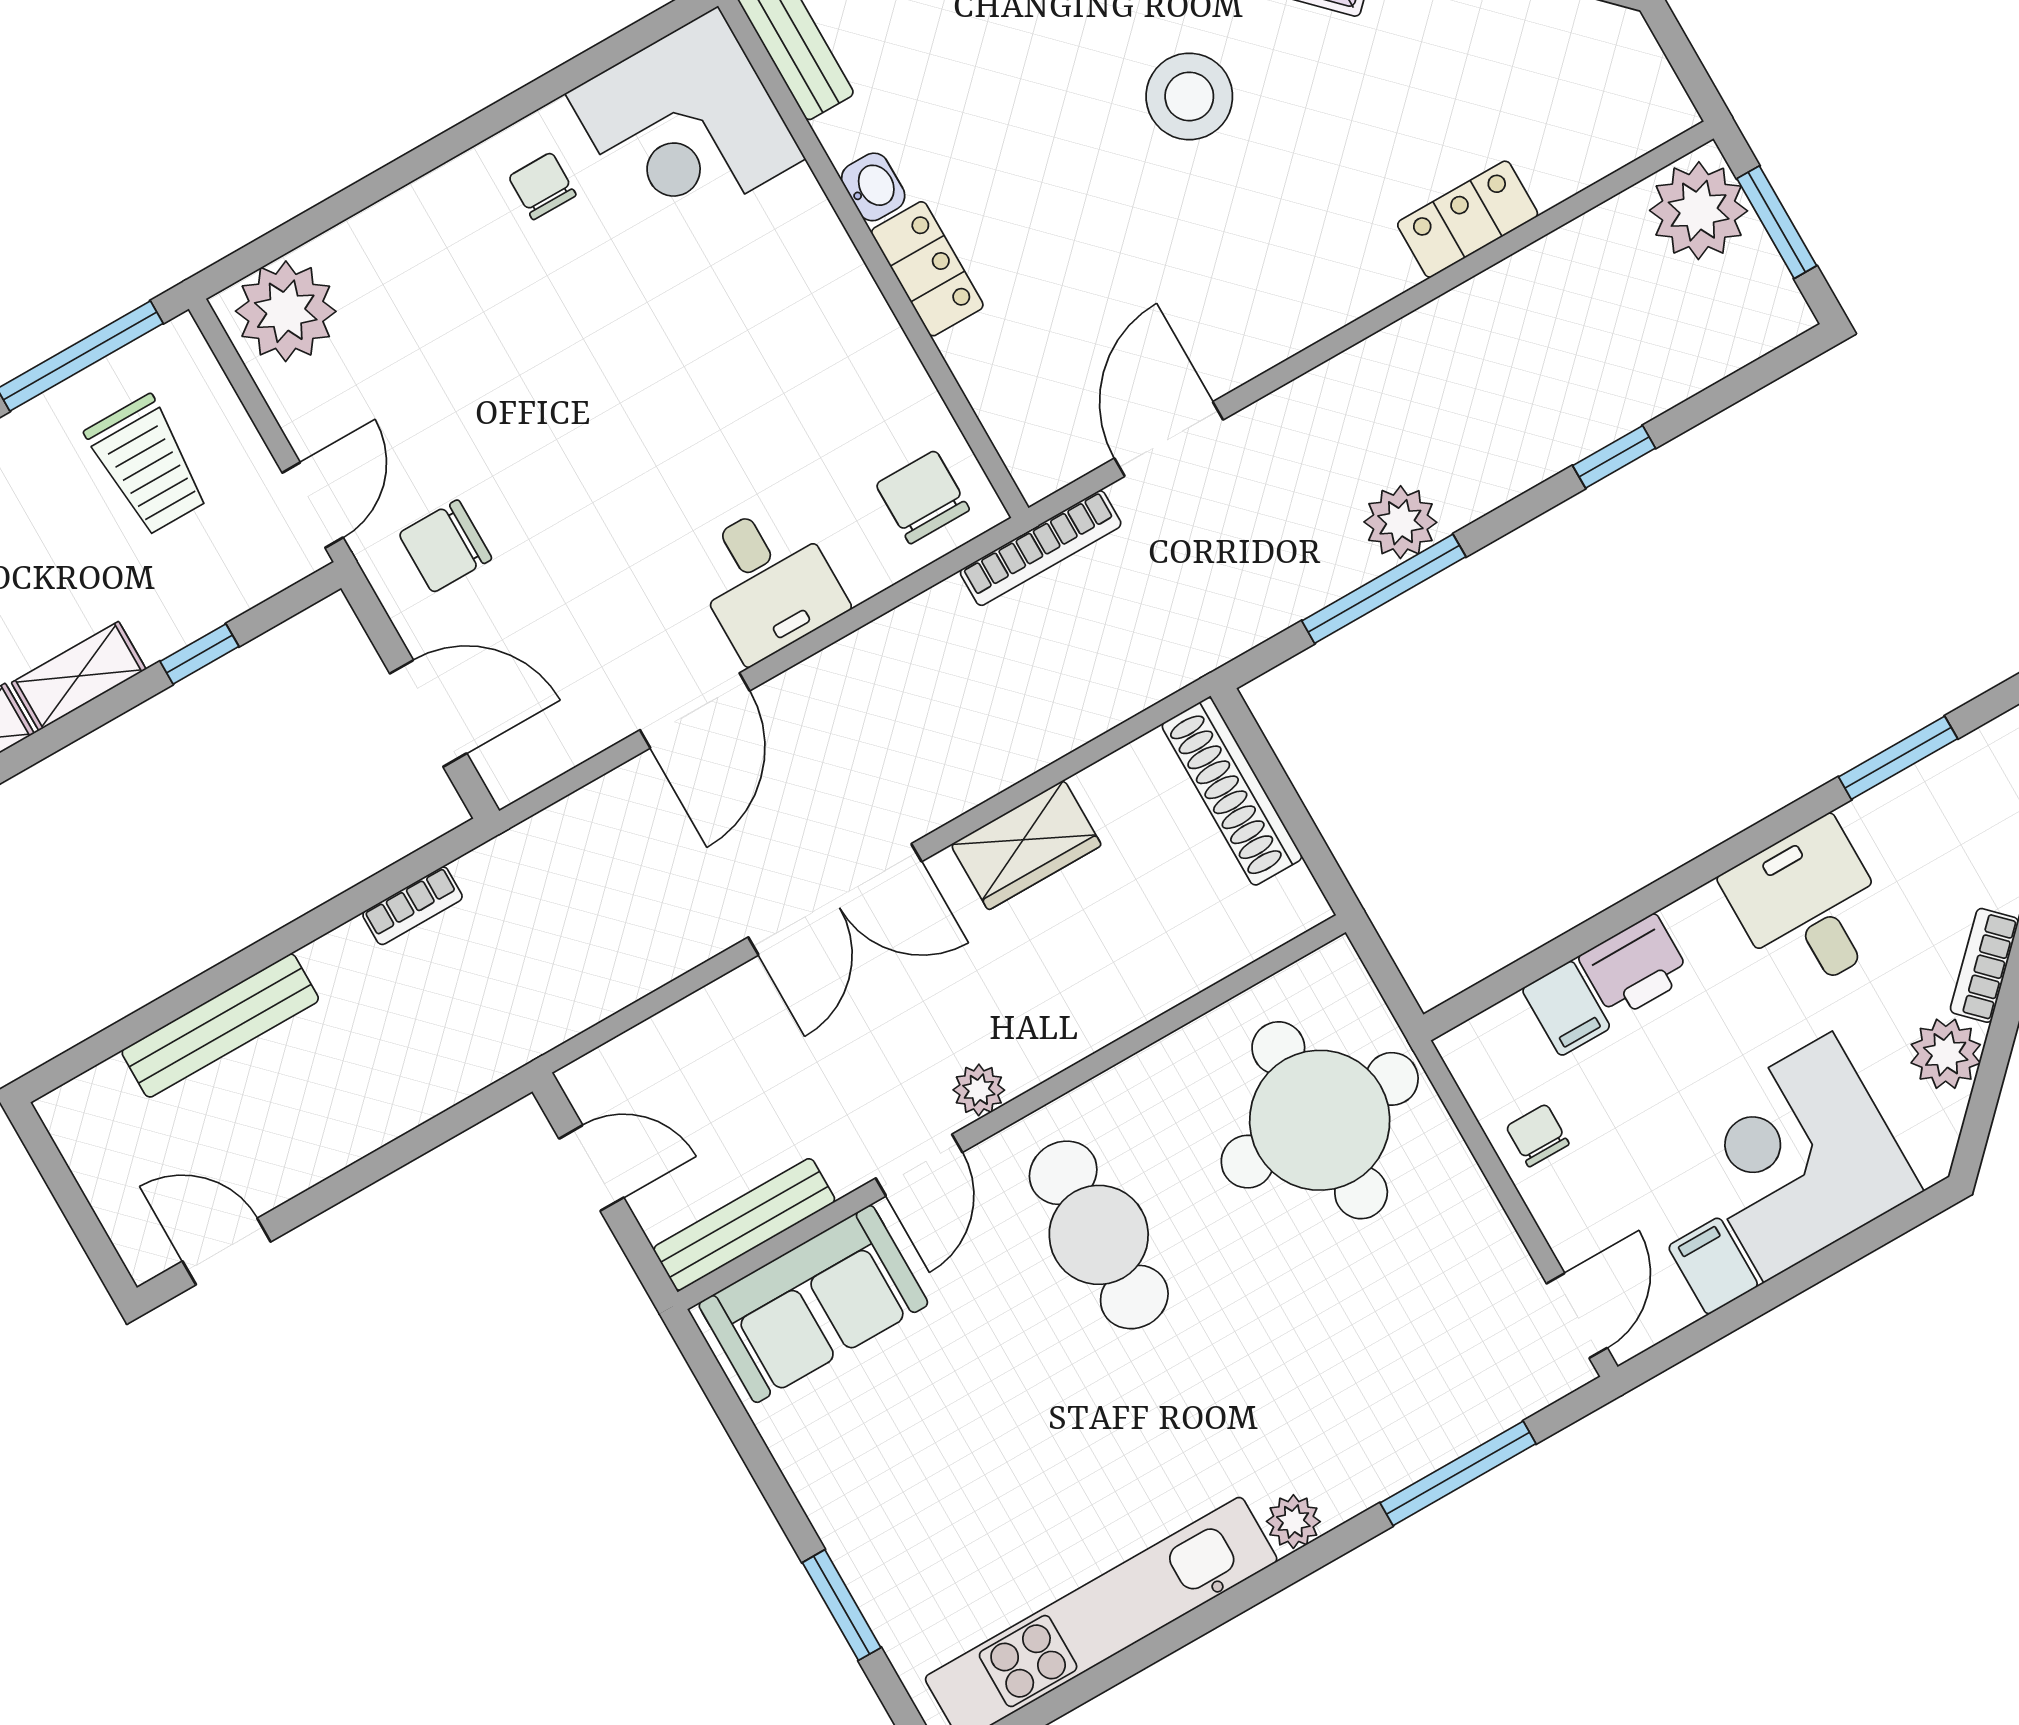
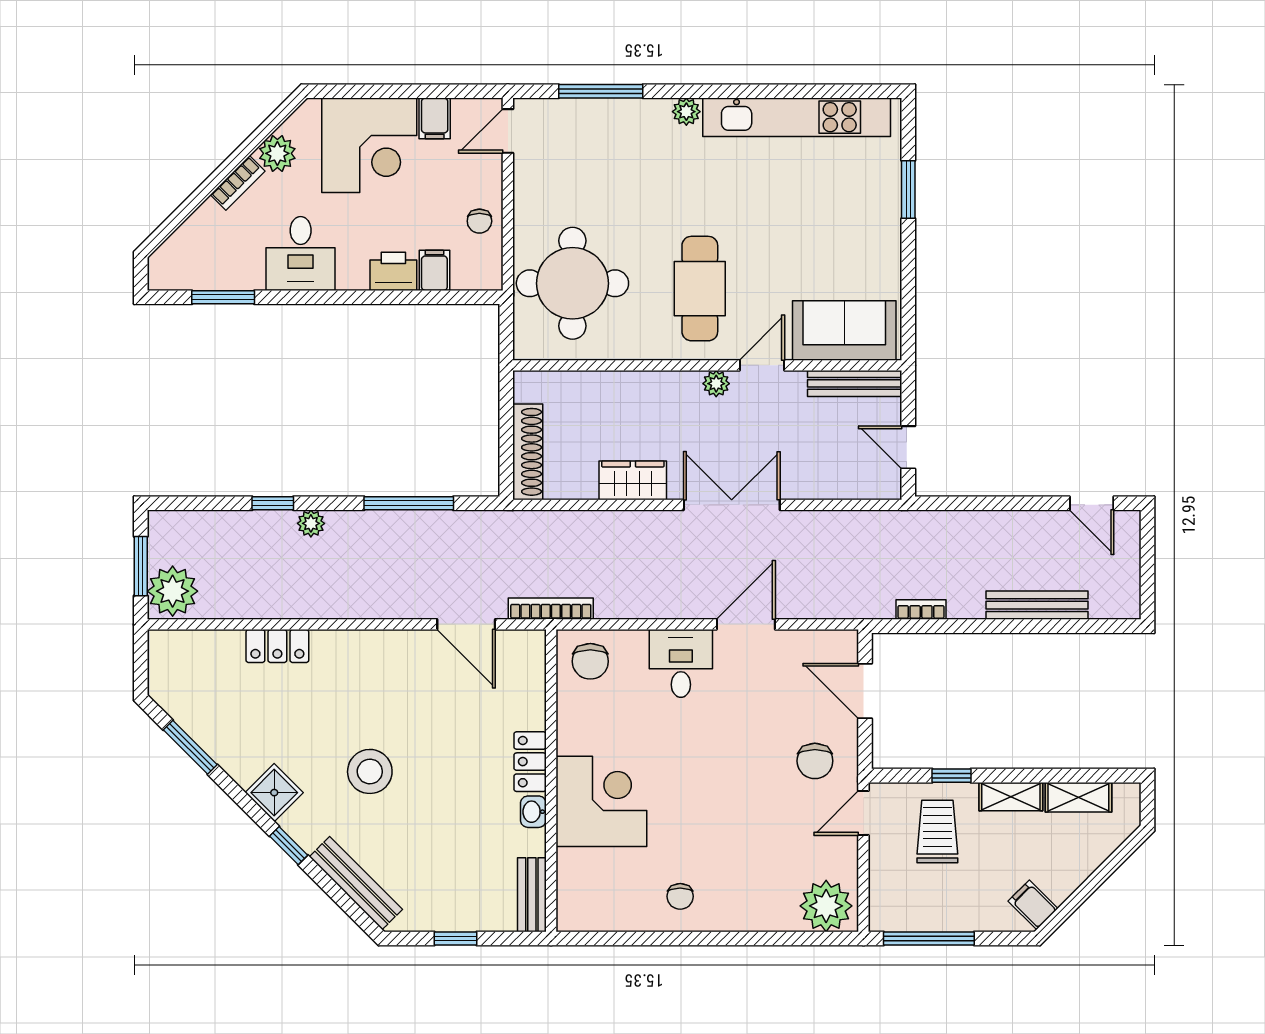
corner desk: (685, 126) -> (601, 801), moved
door: (1169, 439) -> (466, 624), hinge flipped
trolley: (147, 465) -> (937, 832), moved
plant: (1400, 522) -> (311, 523), moved, width x0.73, depth x0.73
chair: (445, 546) -> (815, 761), turned 90

